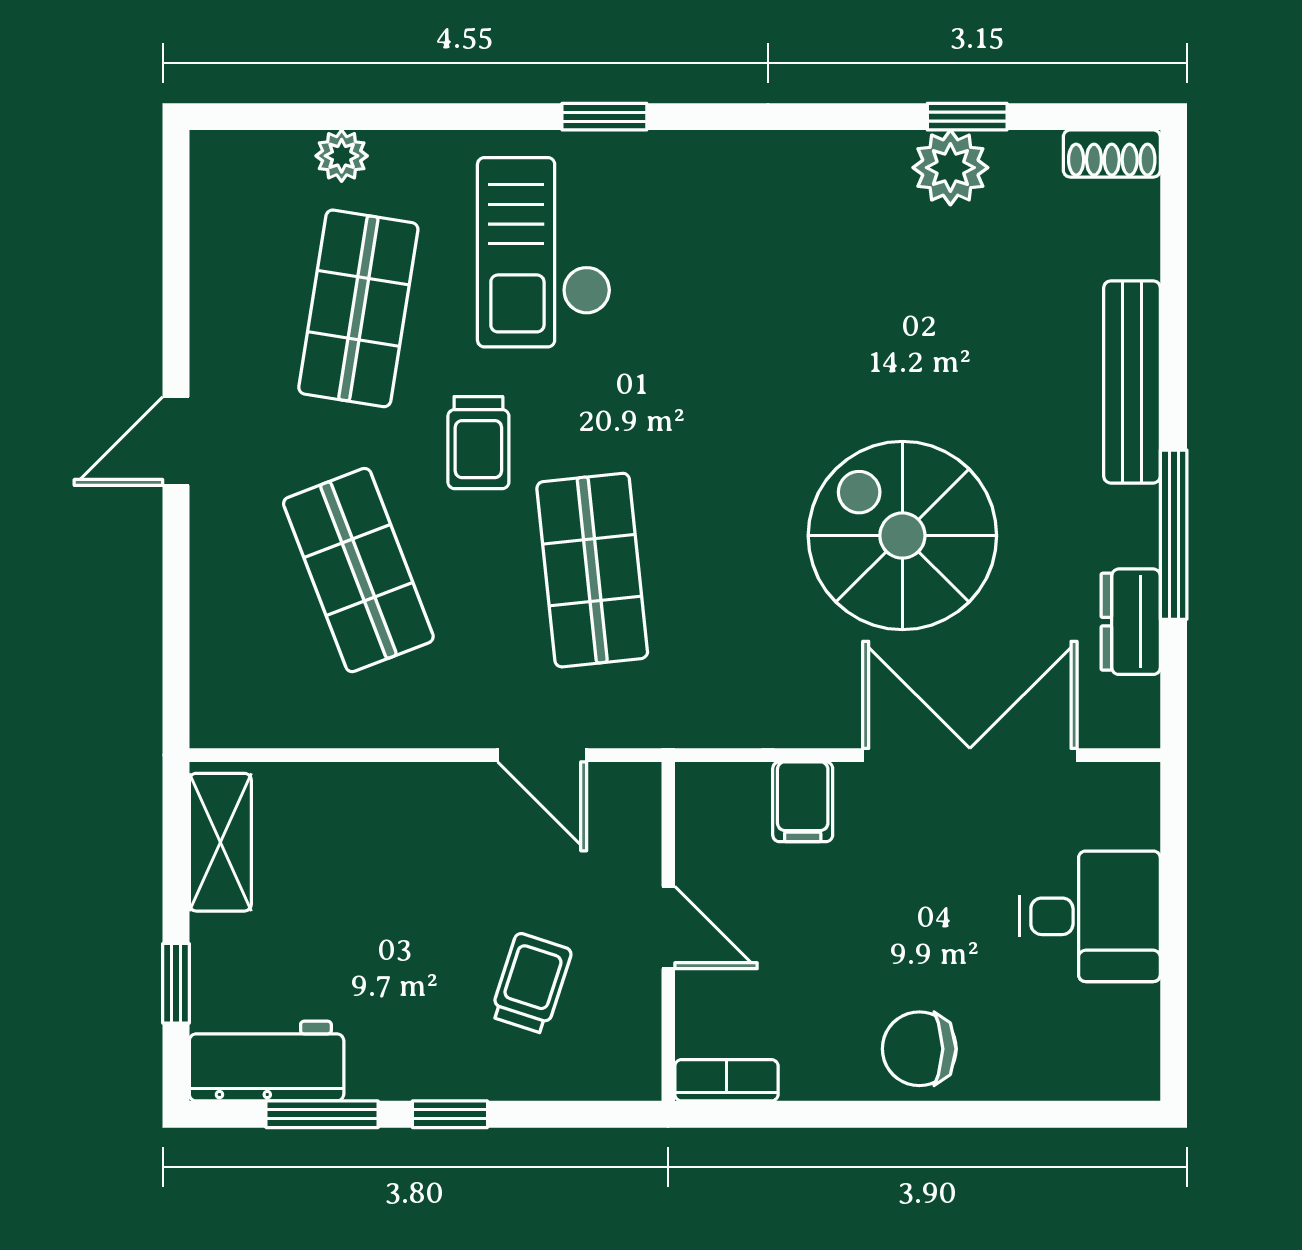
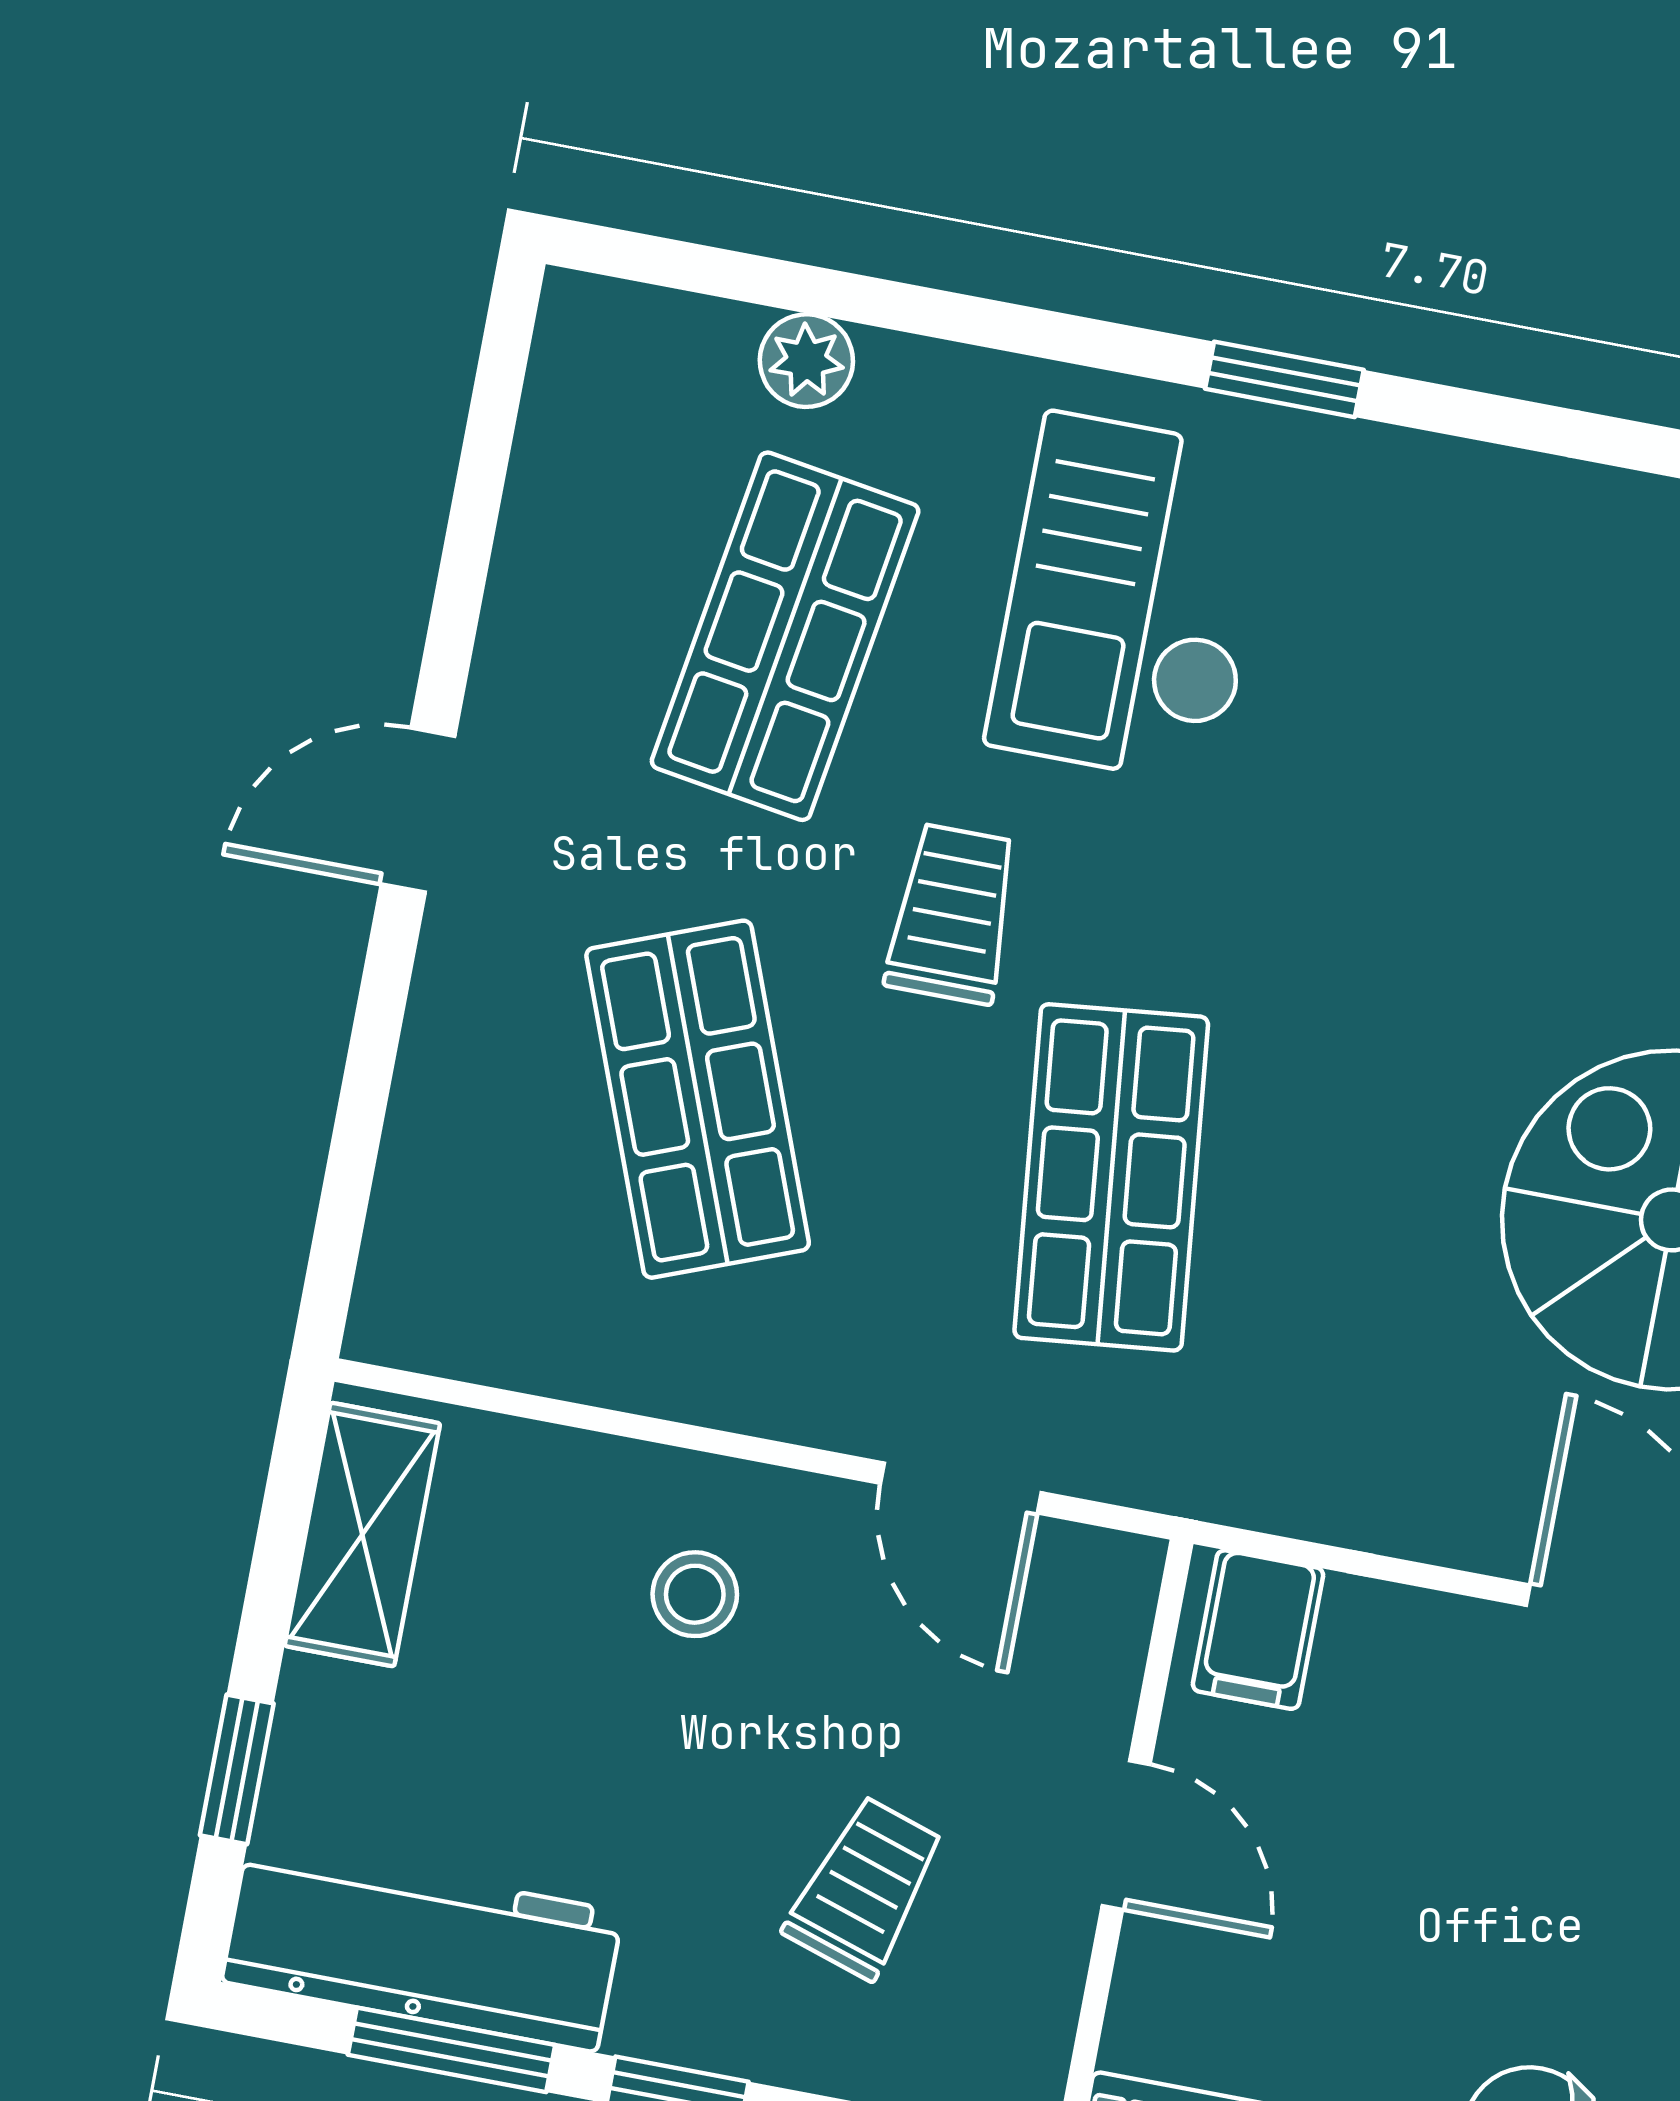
trolley: (478, 443) -> (953, 914), turned 180
filing cabinet: (803, 802) -> (1258, 1630), moved
stool: (408, 840) -> (695, 1594), added
workbench: (267, 1061) -> (422, 1947), width x1.38

